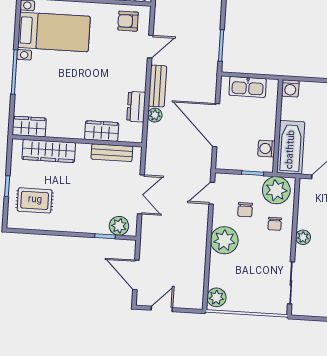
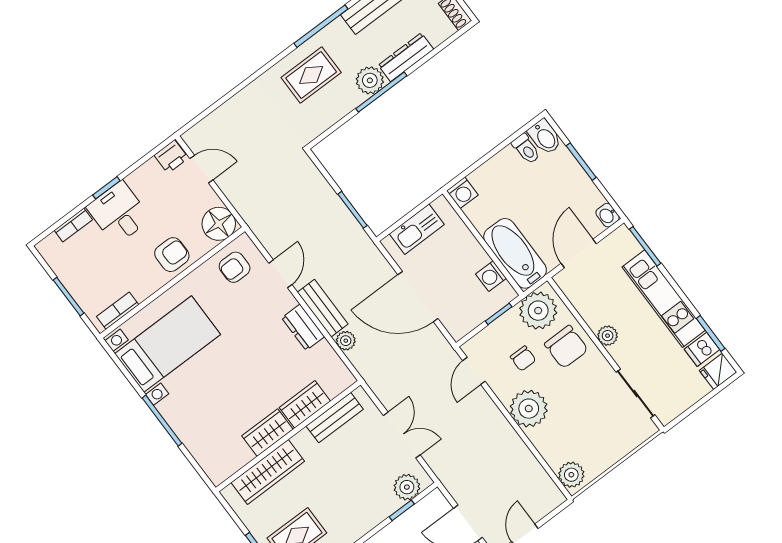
dresser: (136, 107) -> (303, 327), moved
wardrobe: (29, 127) -> (267, 433), moved
chair: (275, 224) -> (566, 347), width x1.87, depth x1.87

